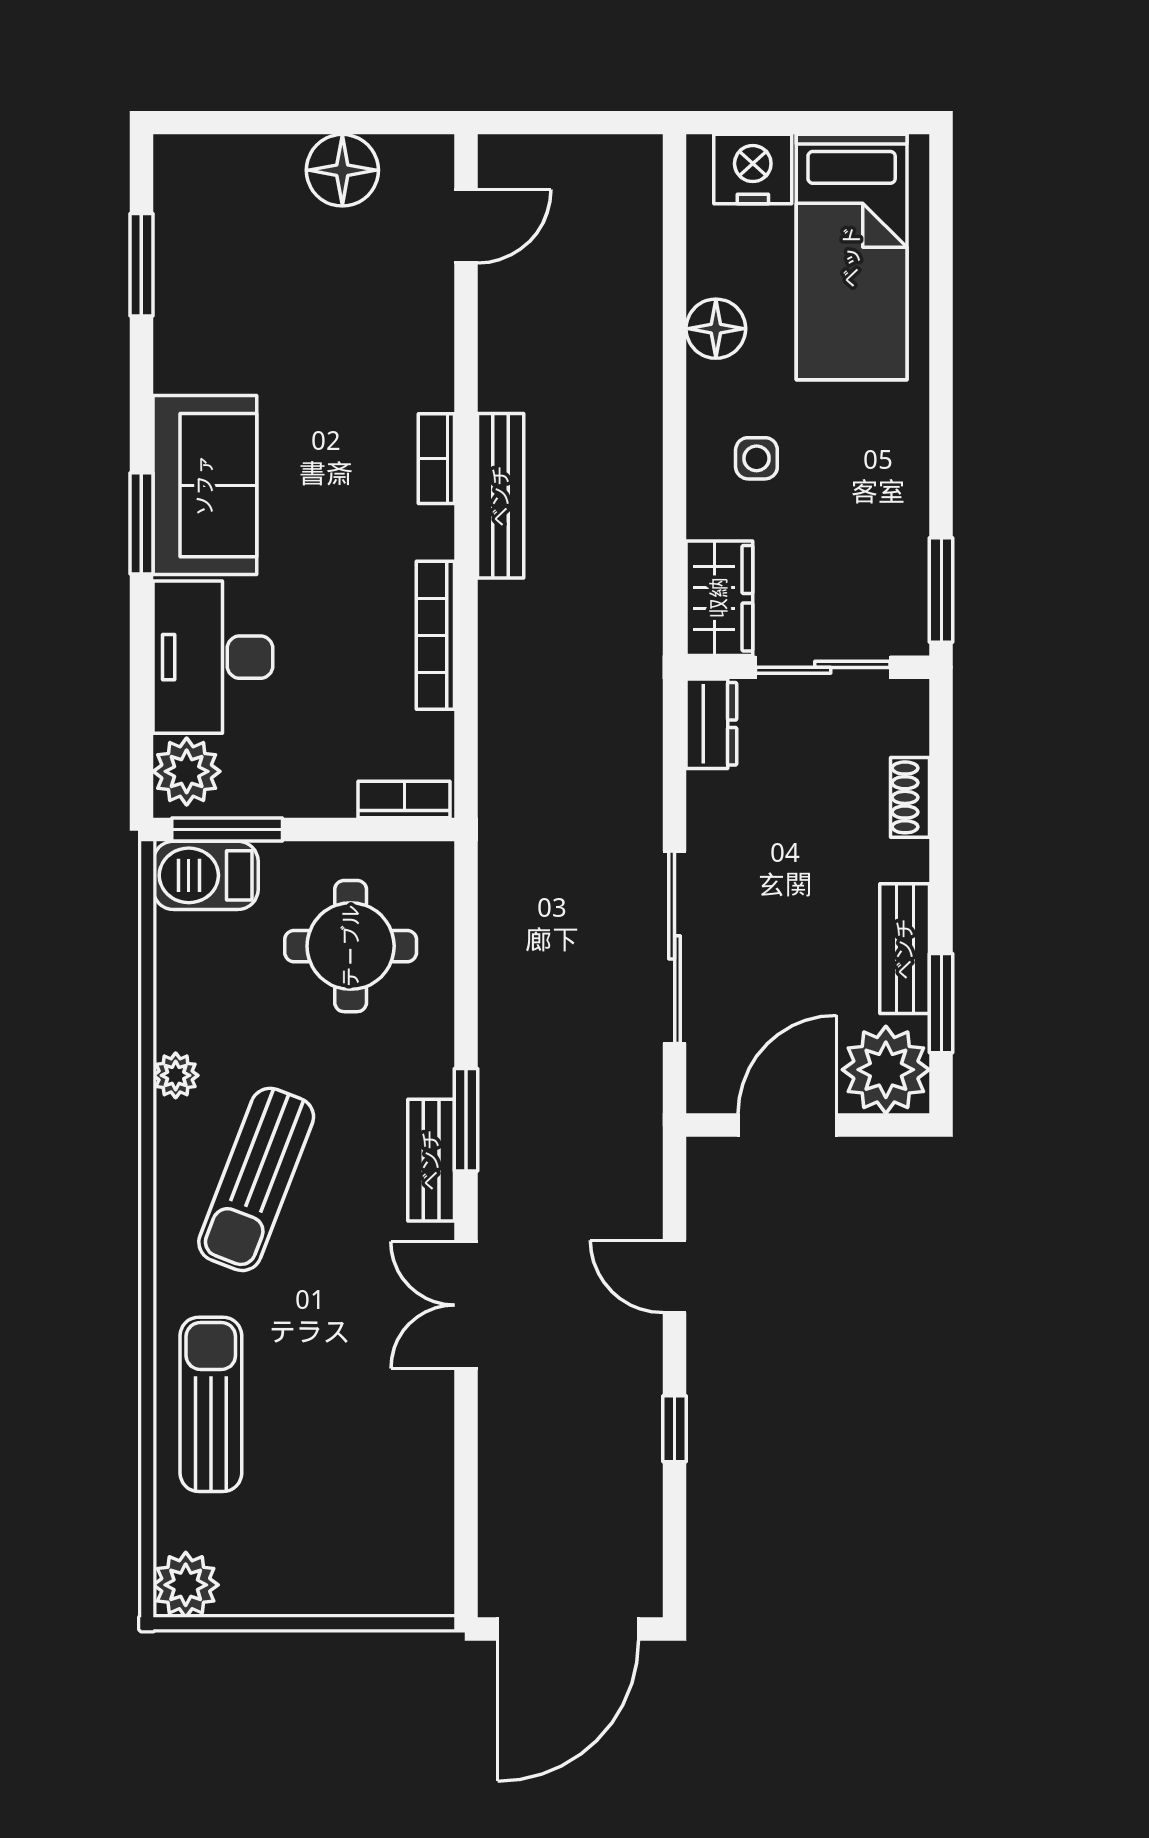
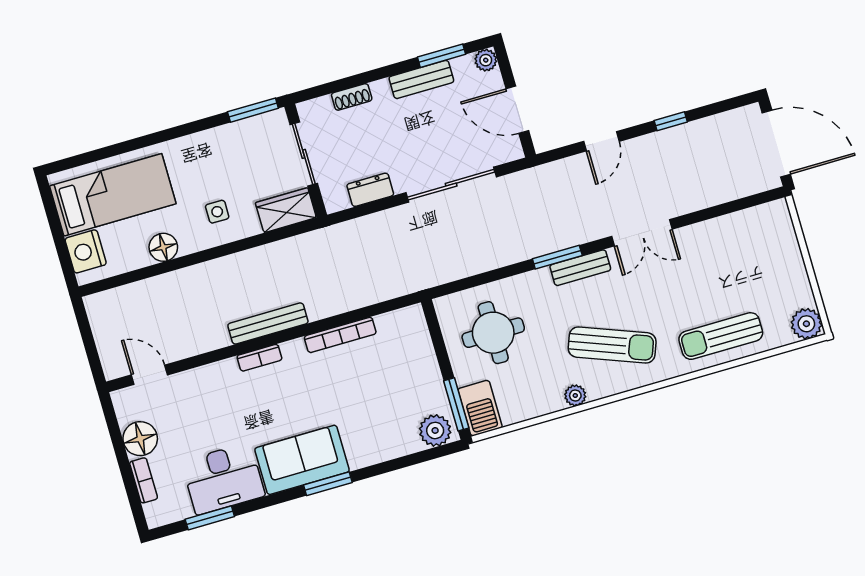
desk: (213, 657) -> (223, 479), moved
dresser: (711, 724) -> (370, 190), moved
bookcase: (404, 800) -> (144, 480), moved, turned 180
plant: (886, 1070) -> (486, 60), width x0.53, depth x0.53

